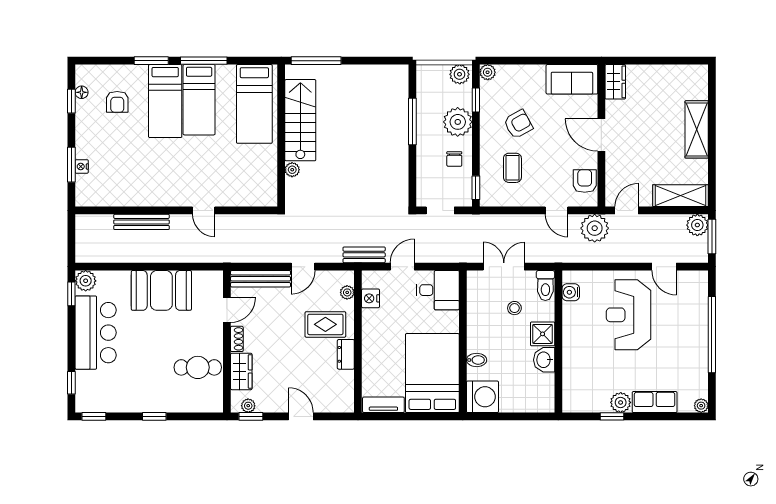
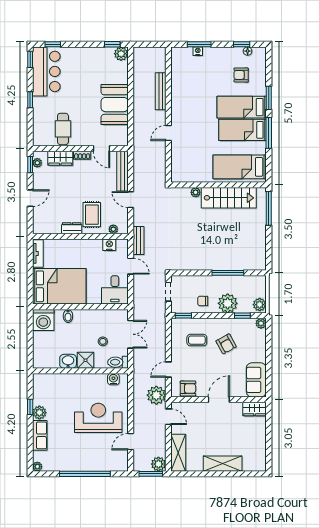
bar counter: (96, 333) -> (46, 71), moved, turned -90

